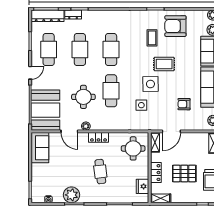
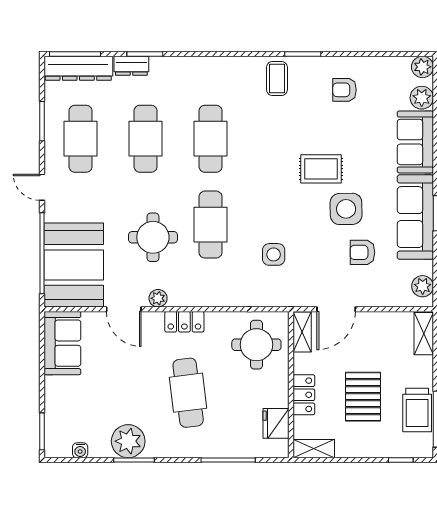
armchair: (175, 26) -> (345, 90), width x0.53, depth x0.53
coffee table: (152, 38) -> (277, 78), moved
door: (30, 73) -> (42, 187), swing flipped
side table: (150, 84) -> (346, 209), moved
cafe table: (100, 172) -> (188, 393), width x1.37, depth x1.35
pallet: (184, 173) -> (363, 397), turned 90

